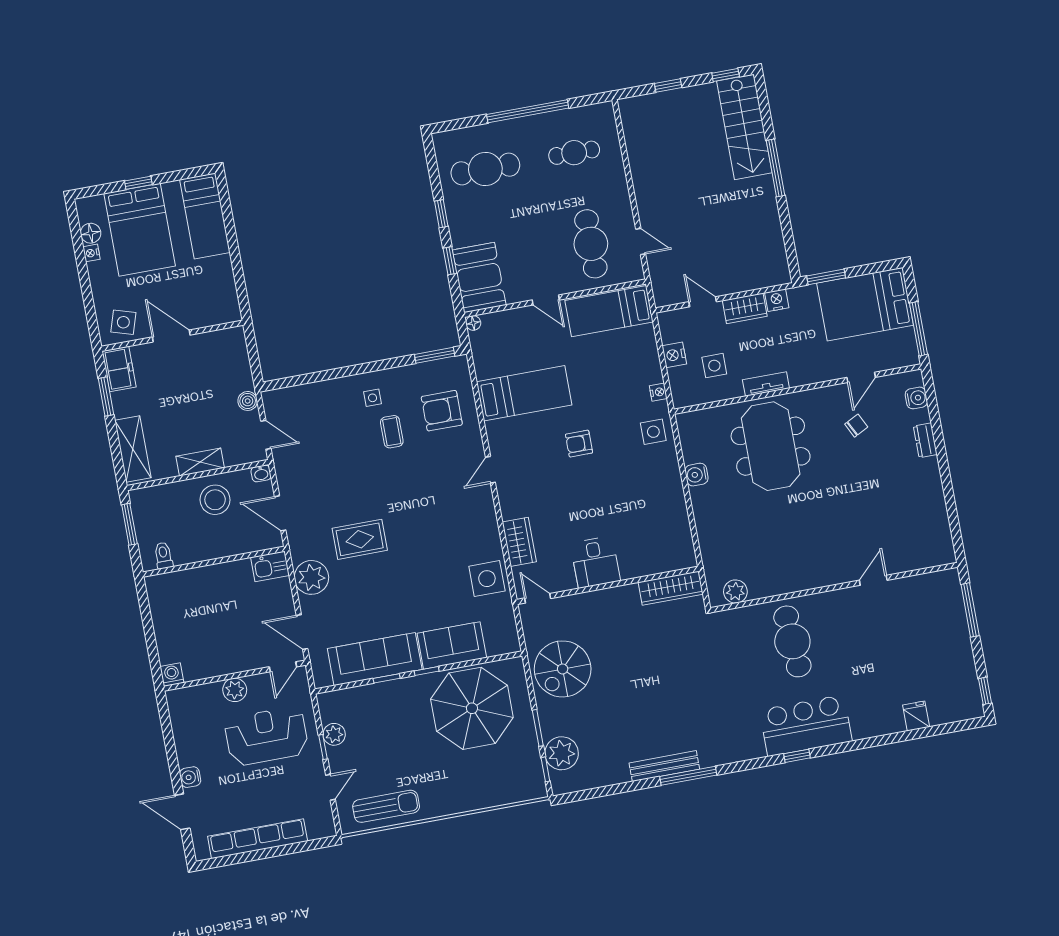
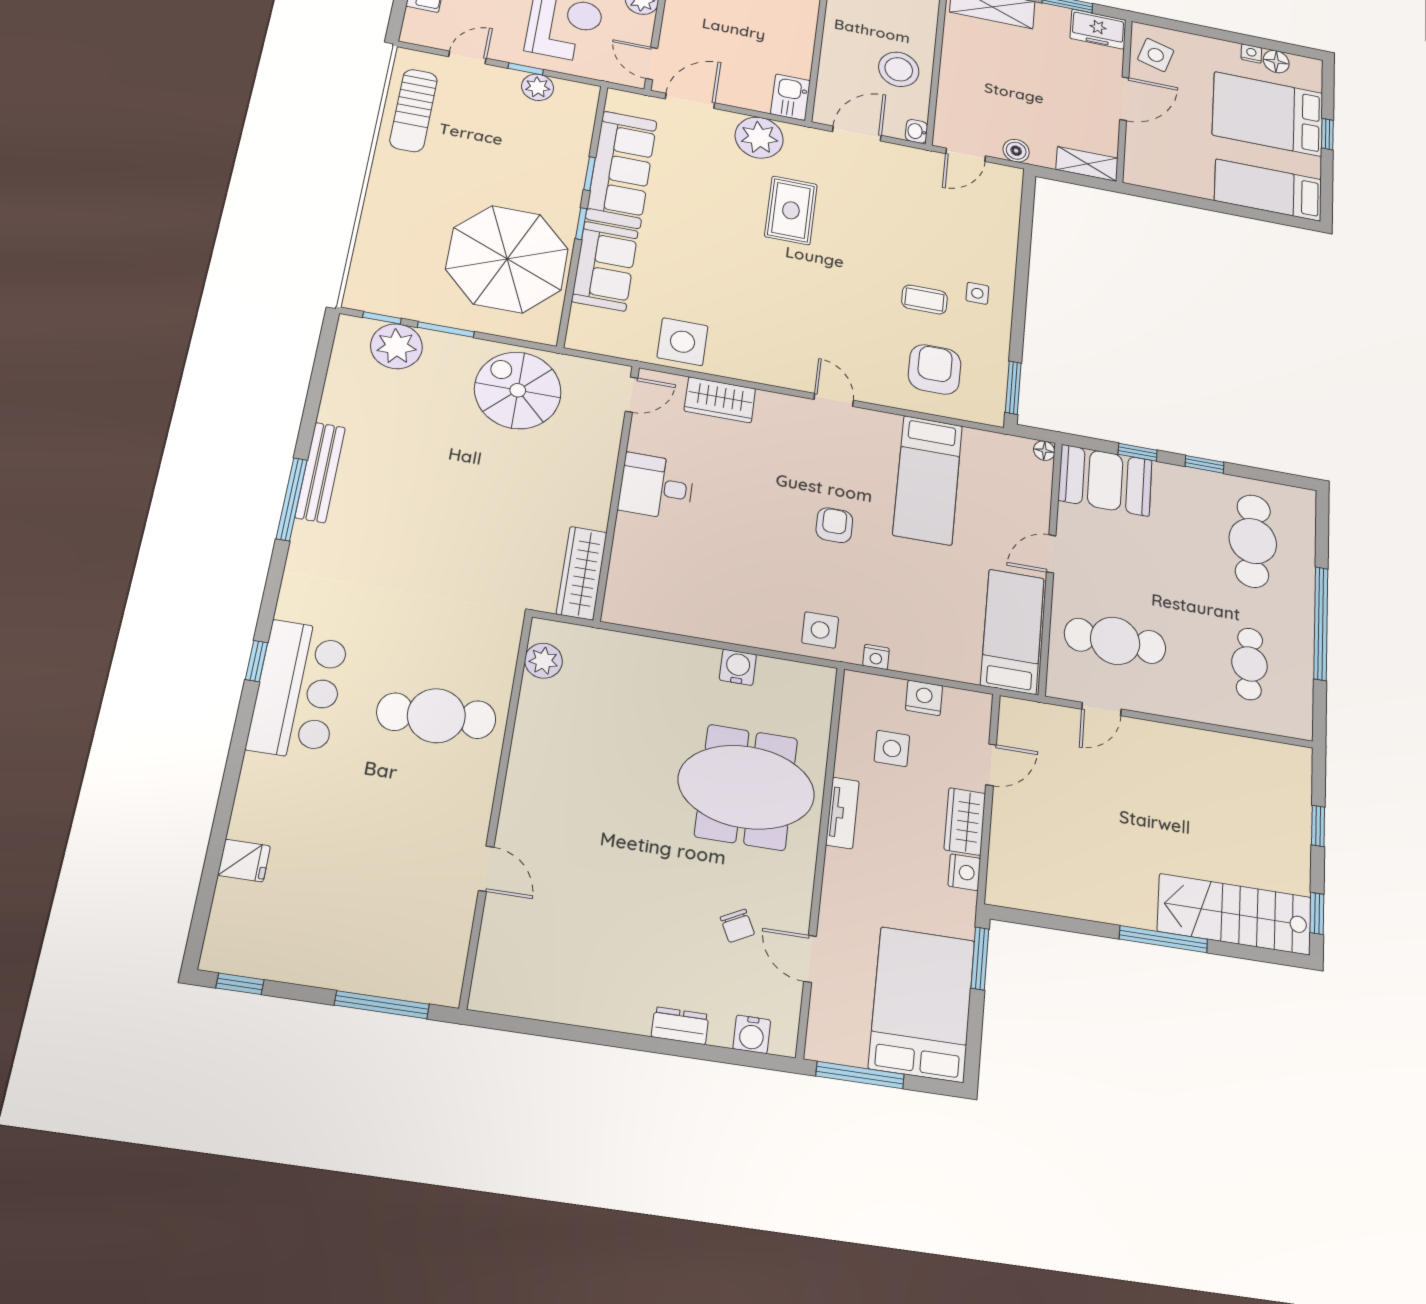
shelving: (200, 462) -> (1087, 164), moved, turned 90
door: (330, 787) -> (467, 57), swing flipped

